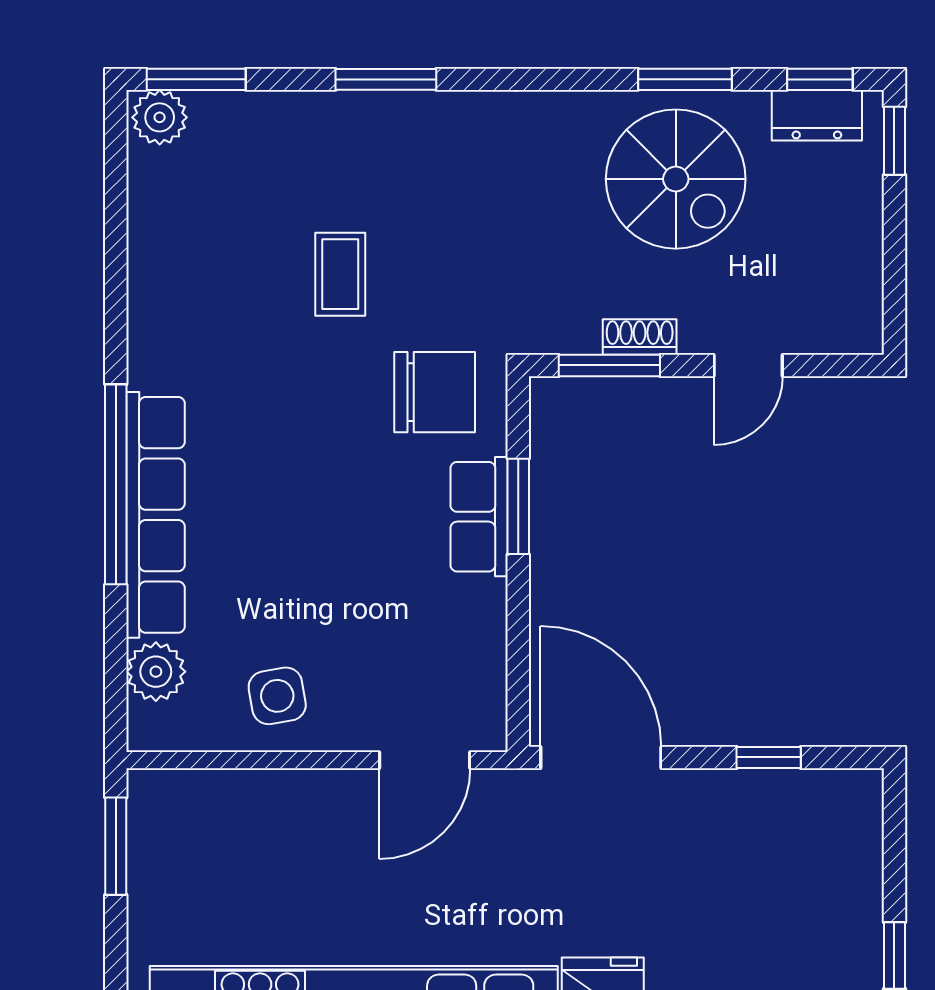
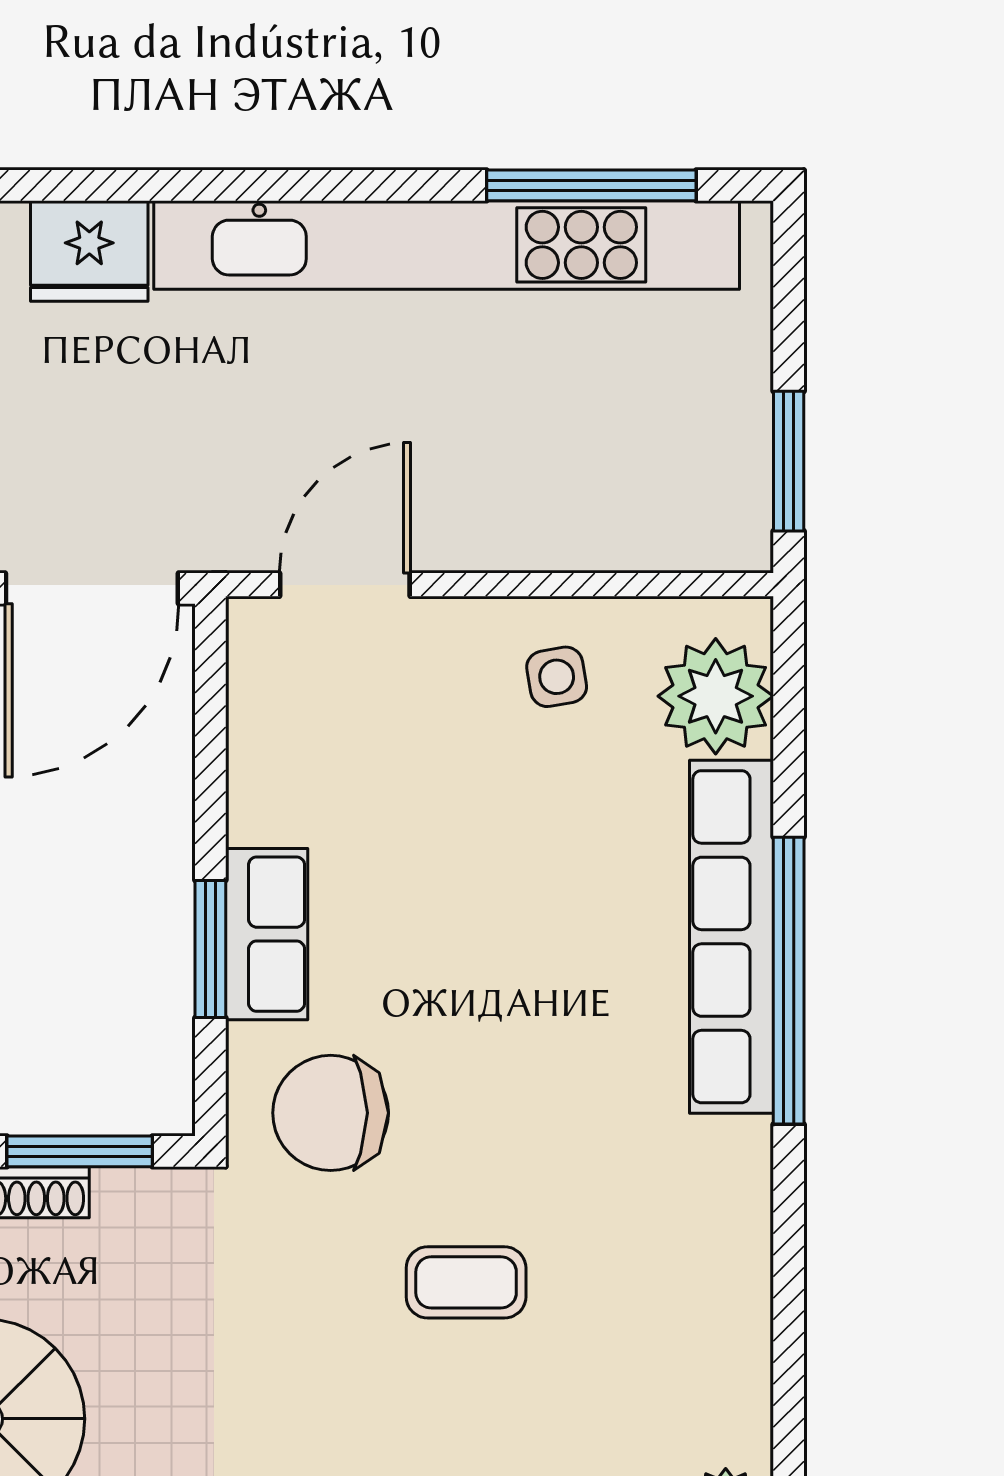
coffee table: (340, 274) -> (466, 1282), turned 90
plant: (156, 672) -> (716, 696), width x1.36, depth x1.36
side table: (277, 696) -> (557, 677), width x0.73, depth x0.73
door: (601, 757) -> (92, 588), hinge flipped

